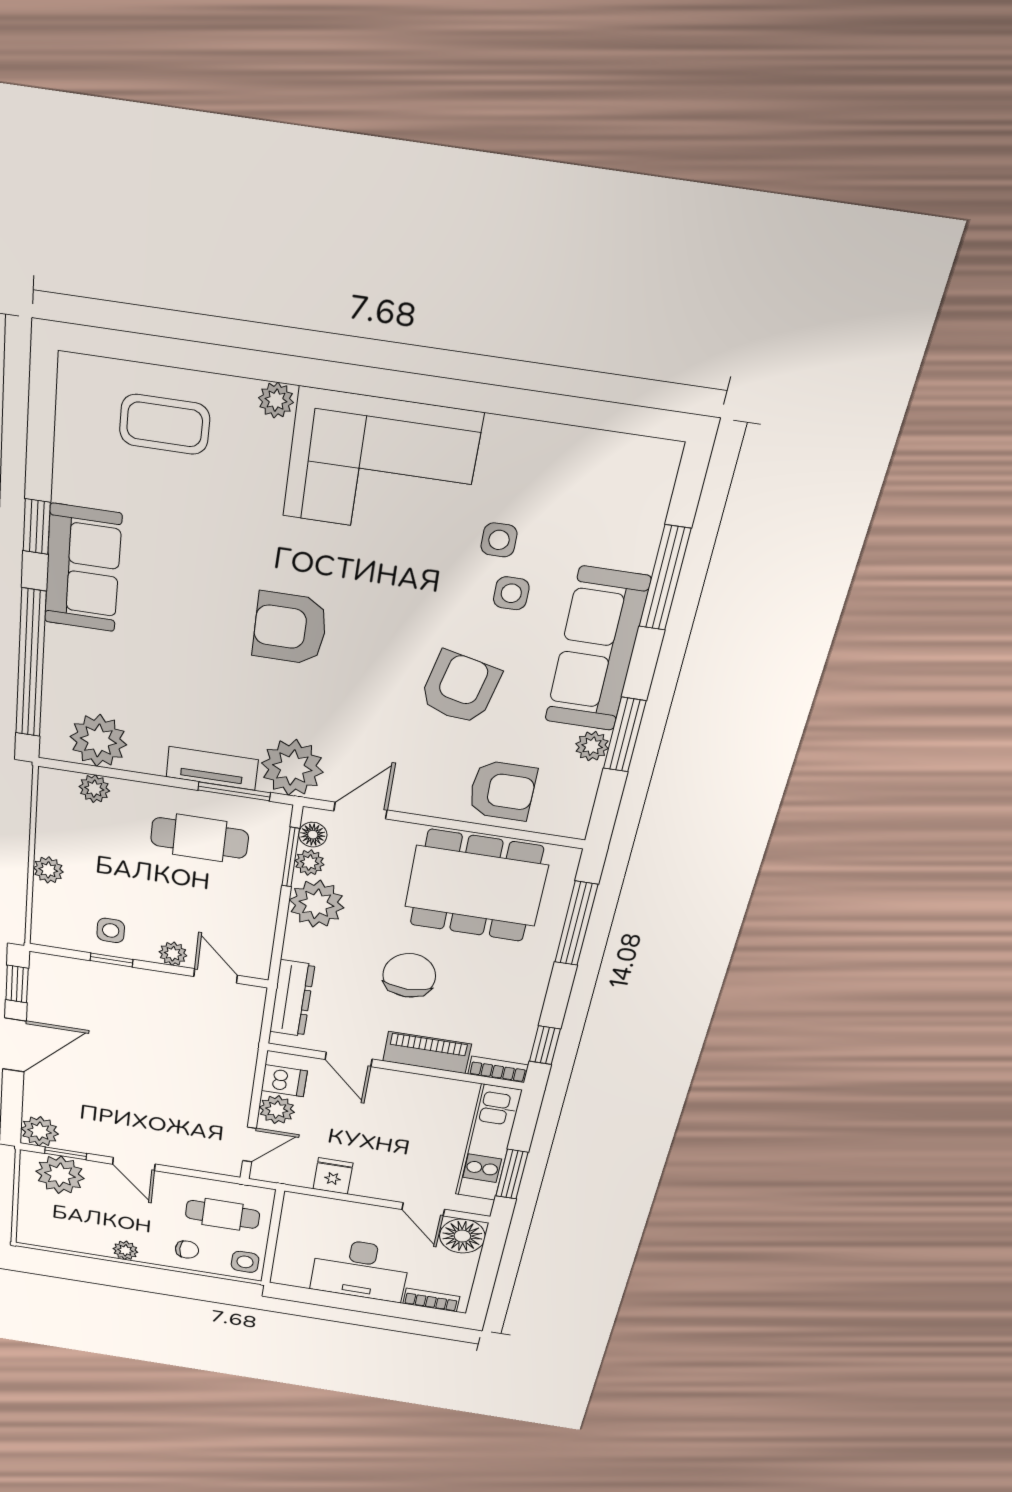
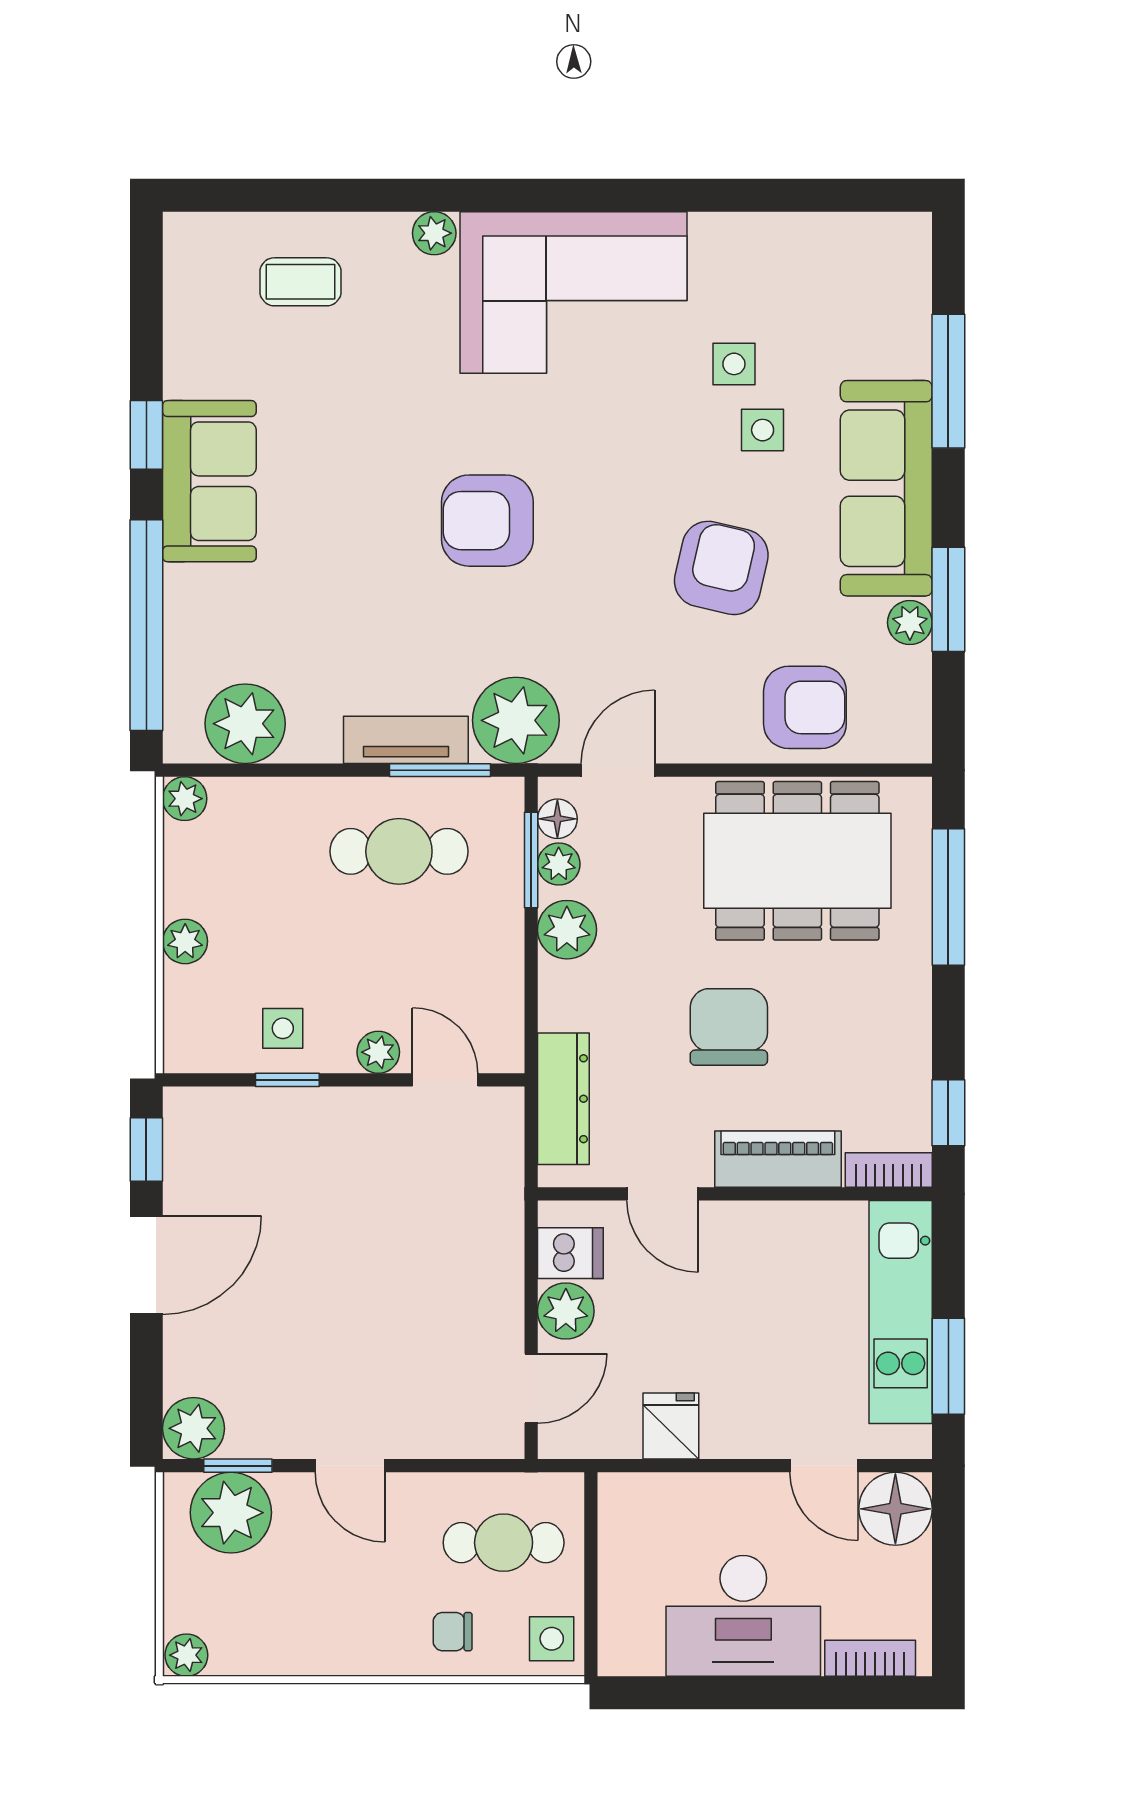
coffee table: (165, 424) -> (300, 282), width x0.73, depth x0.77
plant: (94, 789) -> (185, 799), moved
plant: (317, 904) -> (567, 930), width x0.73, depth x0.73
plant: (125, 1250) -> (186, 1655), moved
chair: (187, 1250) -> (453, 1632), turned 180

